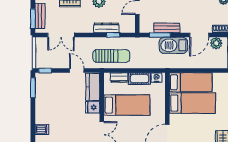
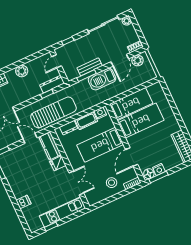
dresser: (106, 28) -> (52, 84), moved
sun lounger: (111, 56) -> (53, 112), width x1.36, depth x1.34
bed: (127, 105) -> (100, 145), moved, turned 180

